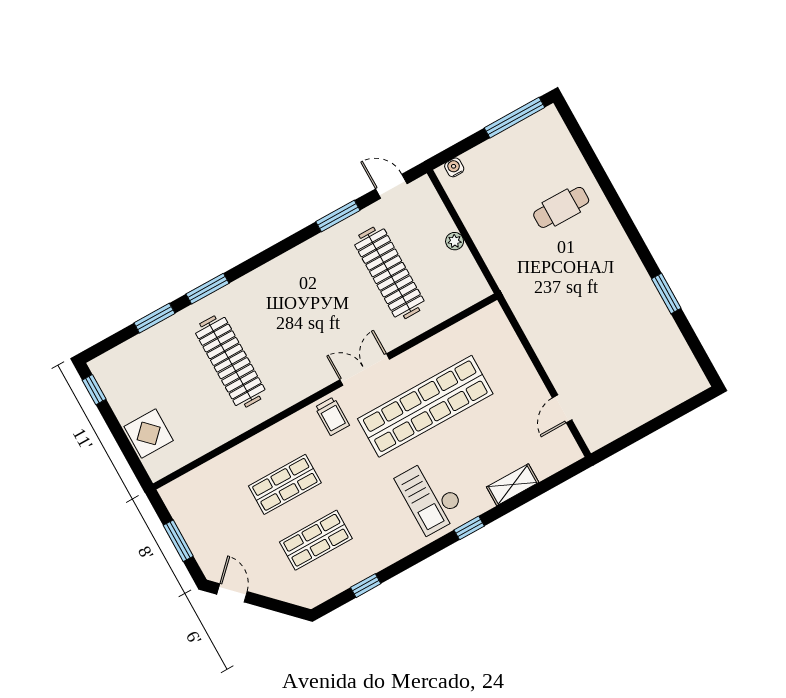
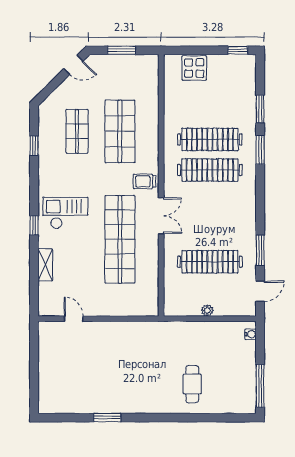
clothes rail: (270, 339) -> (210, 170), added
shop shelf: (285, 484) -> (120, 131), width x1.43, depth x1.36

